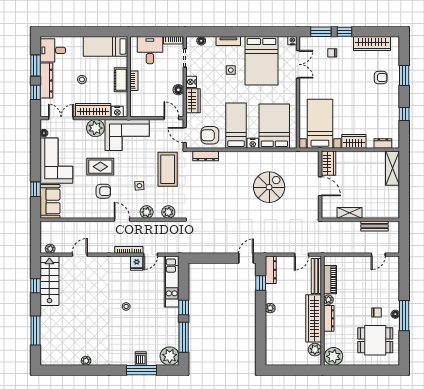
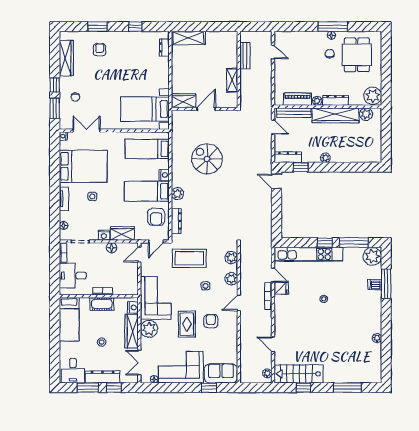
bed: (274, 126) -> (147, 149), width x0.67
wardrobe: (354, 141) -> (162, 76), removed
plant: (234, 157) -> (177, 194), added
kitchen unit: (172, 282) -> (309, 254), width x1.36

